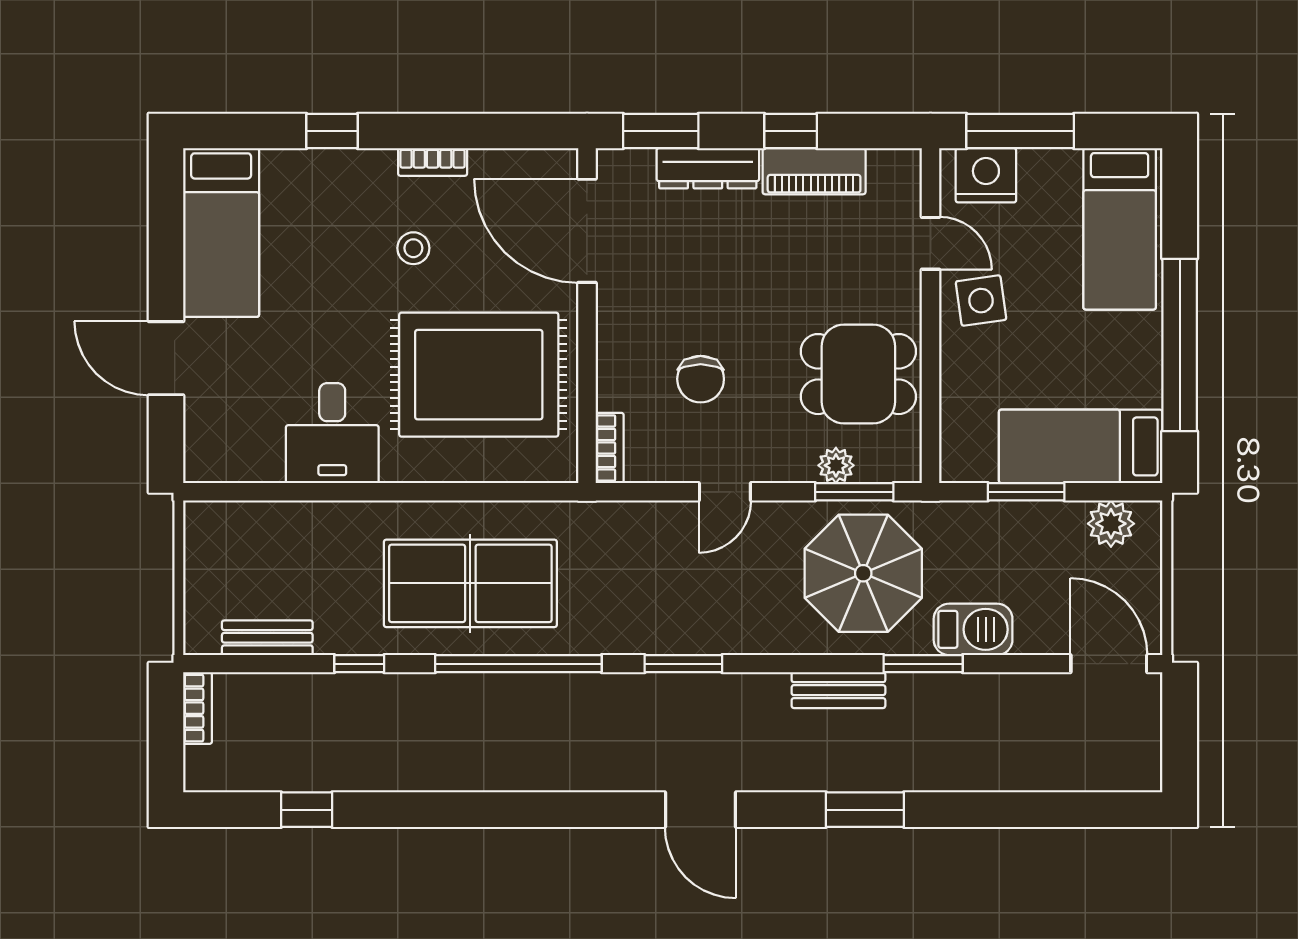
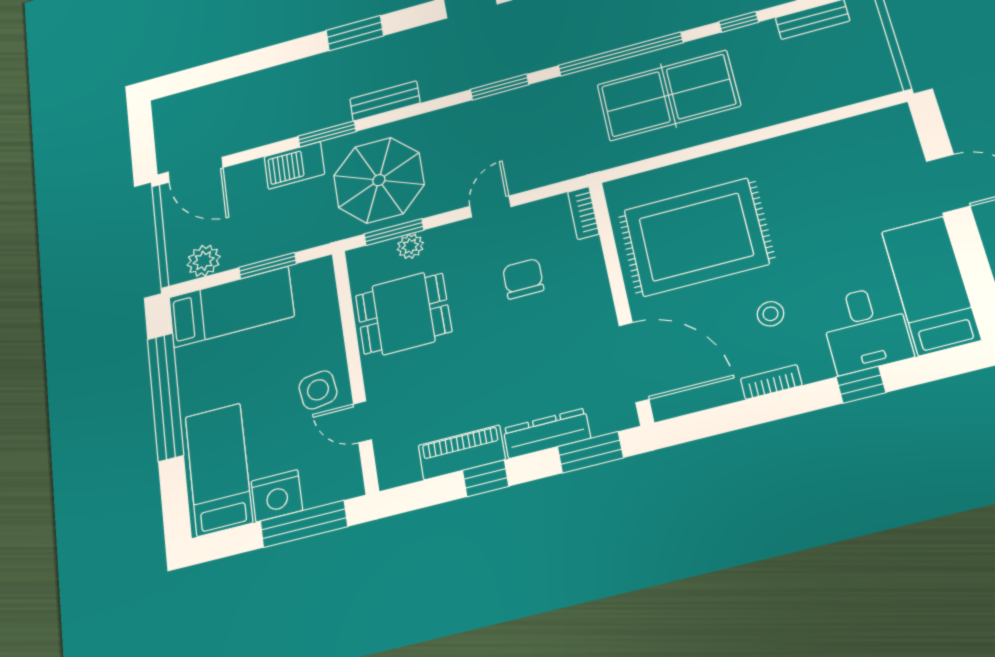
nightstand: (986, 175) -> (277, 496), moved
desk: (332, 433) -> (866, 329), moved, turned 180

